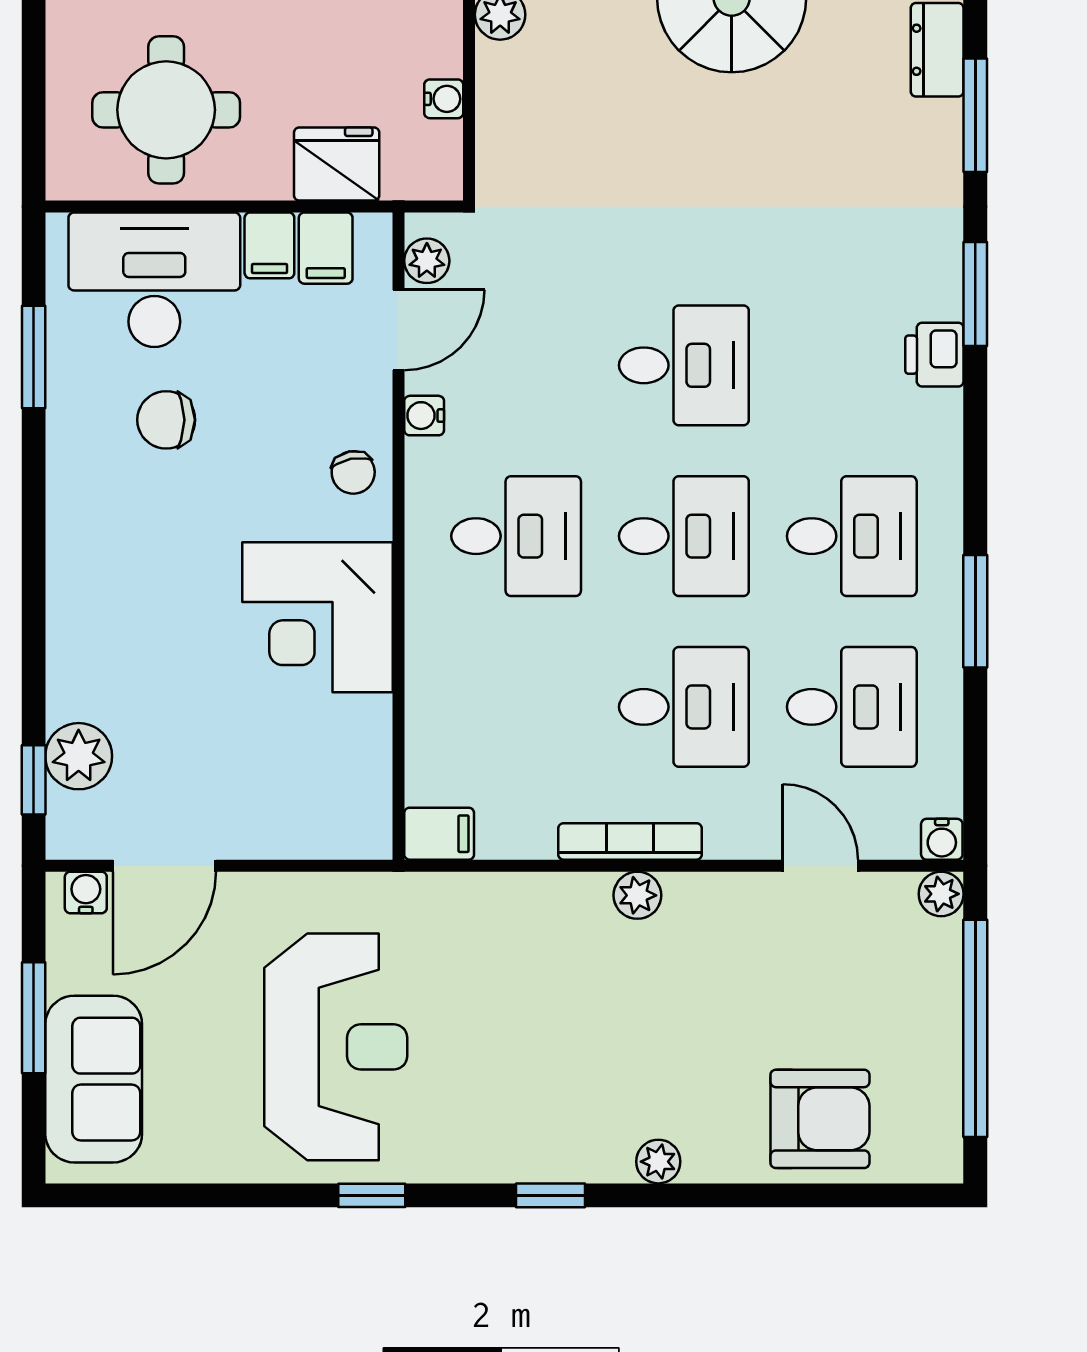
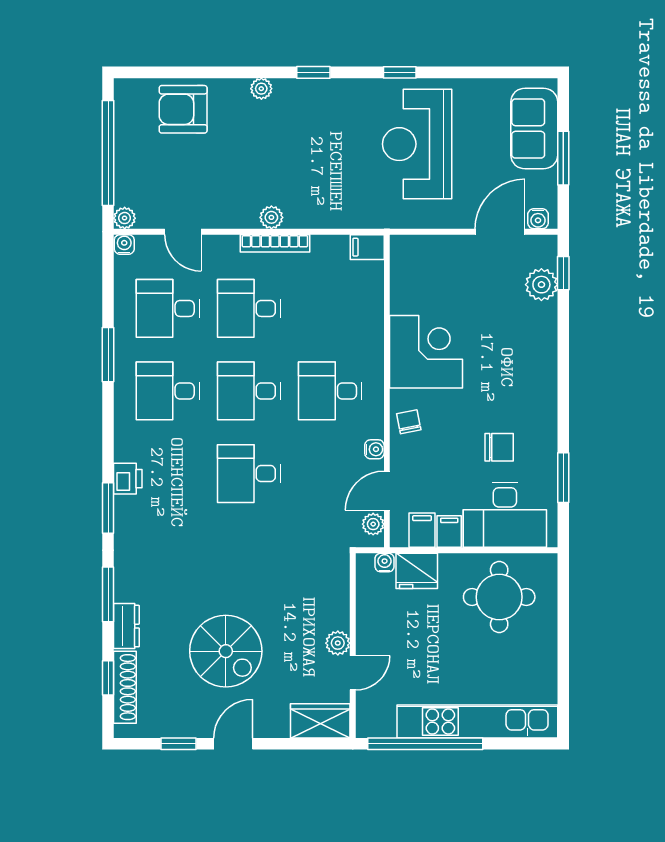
water cooler: (444, 99) -> (385, 563), moved, turned 90

